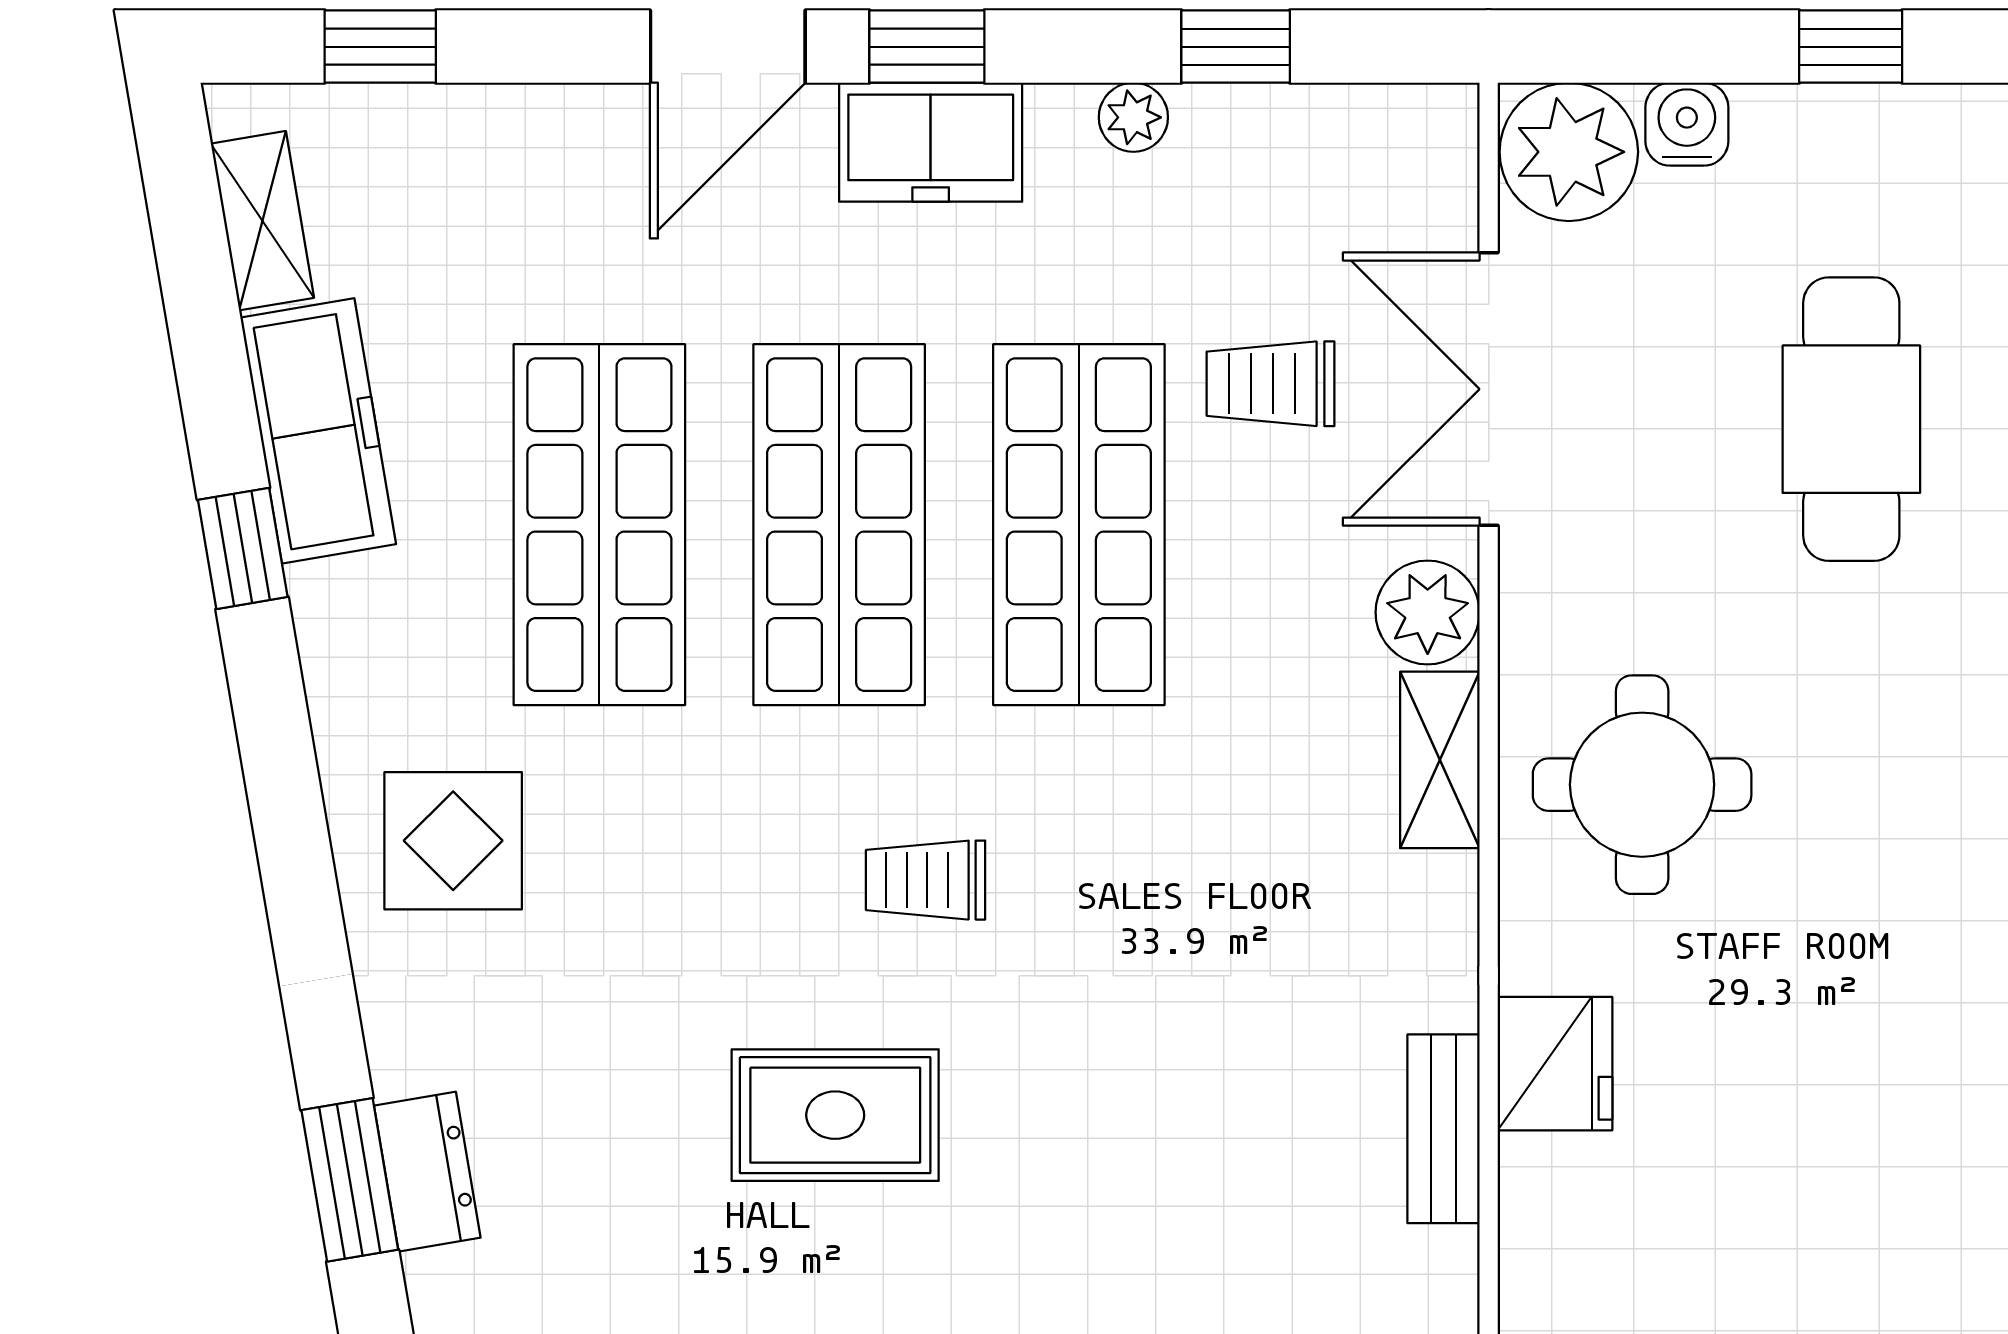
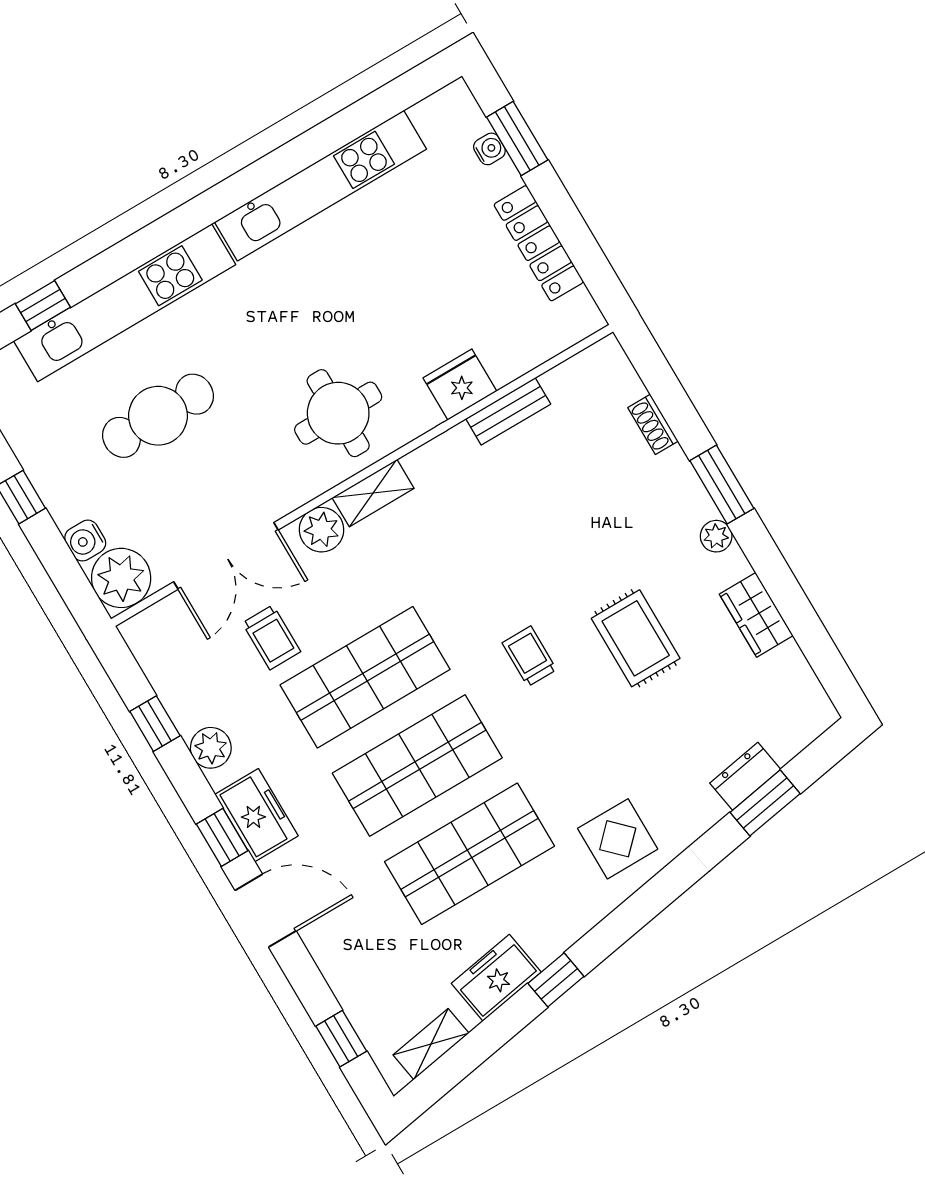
plant: (1133, 117) -> (211, 748), width x1.38, depth x1.38
freezer: (318, 431) -> (496, 978), width x0.71
trolley: (926, 880) -> (529, 656), turned 180

